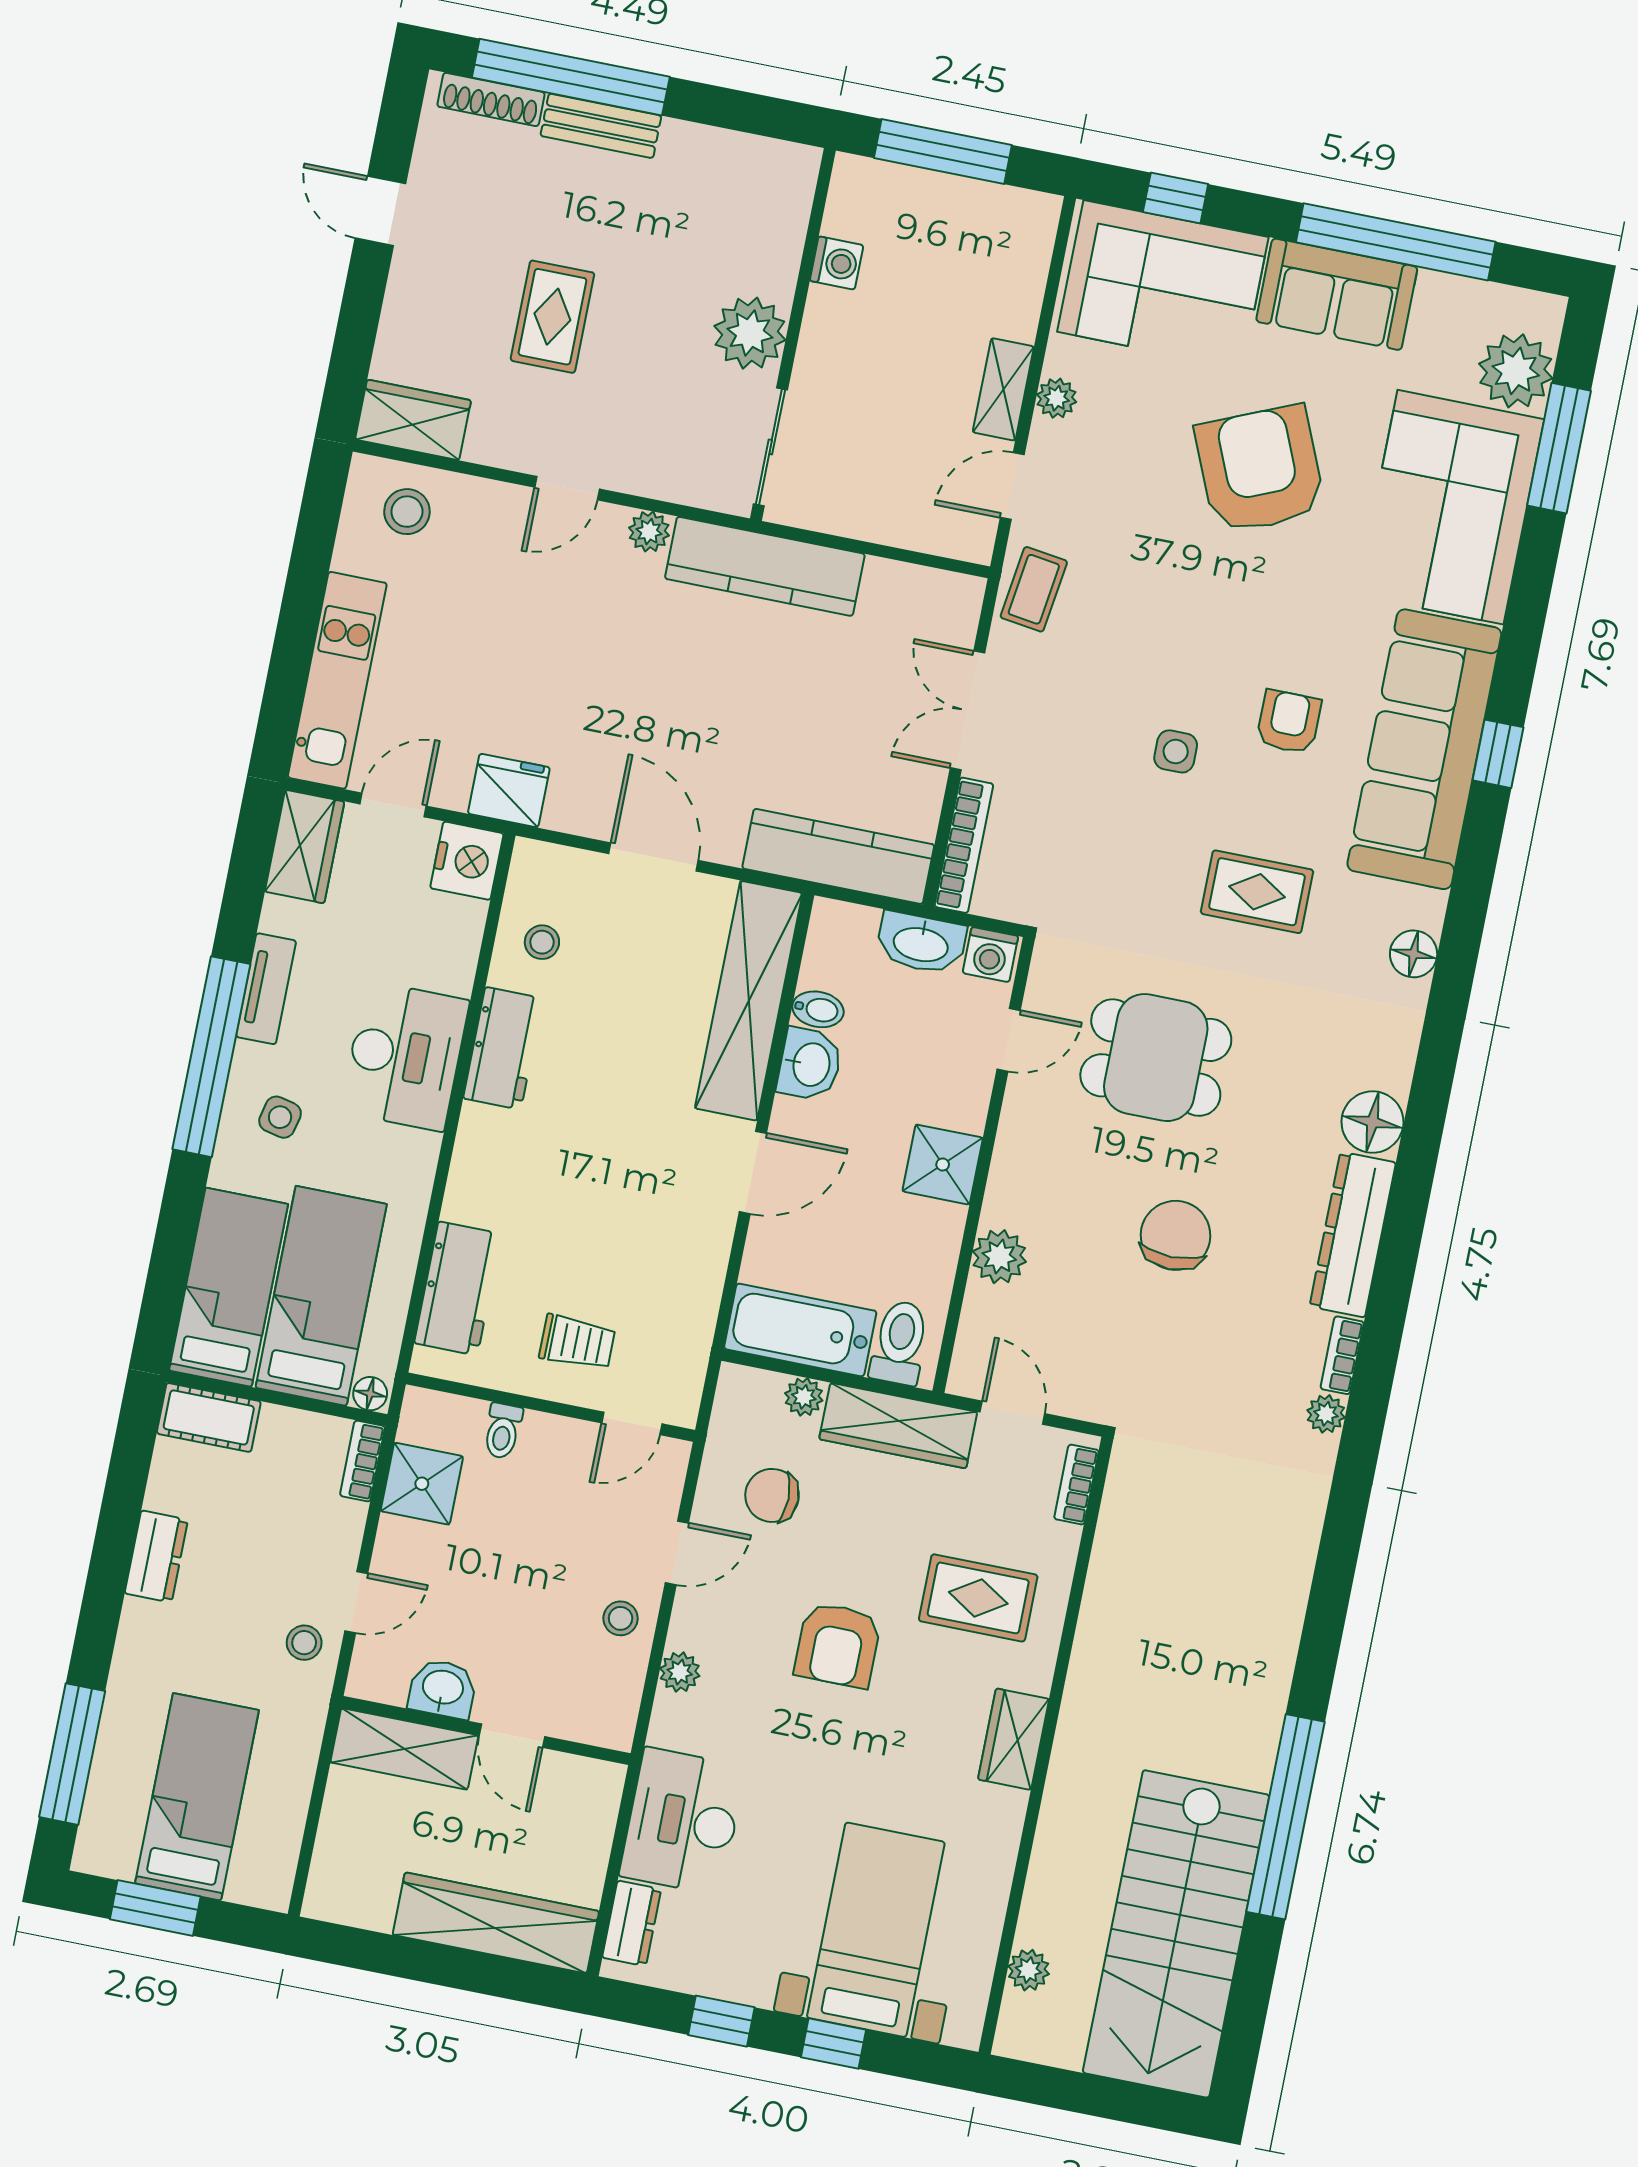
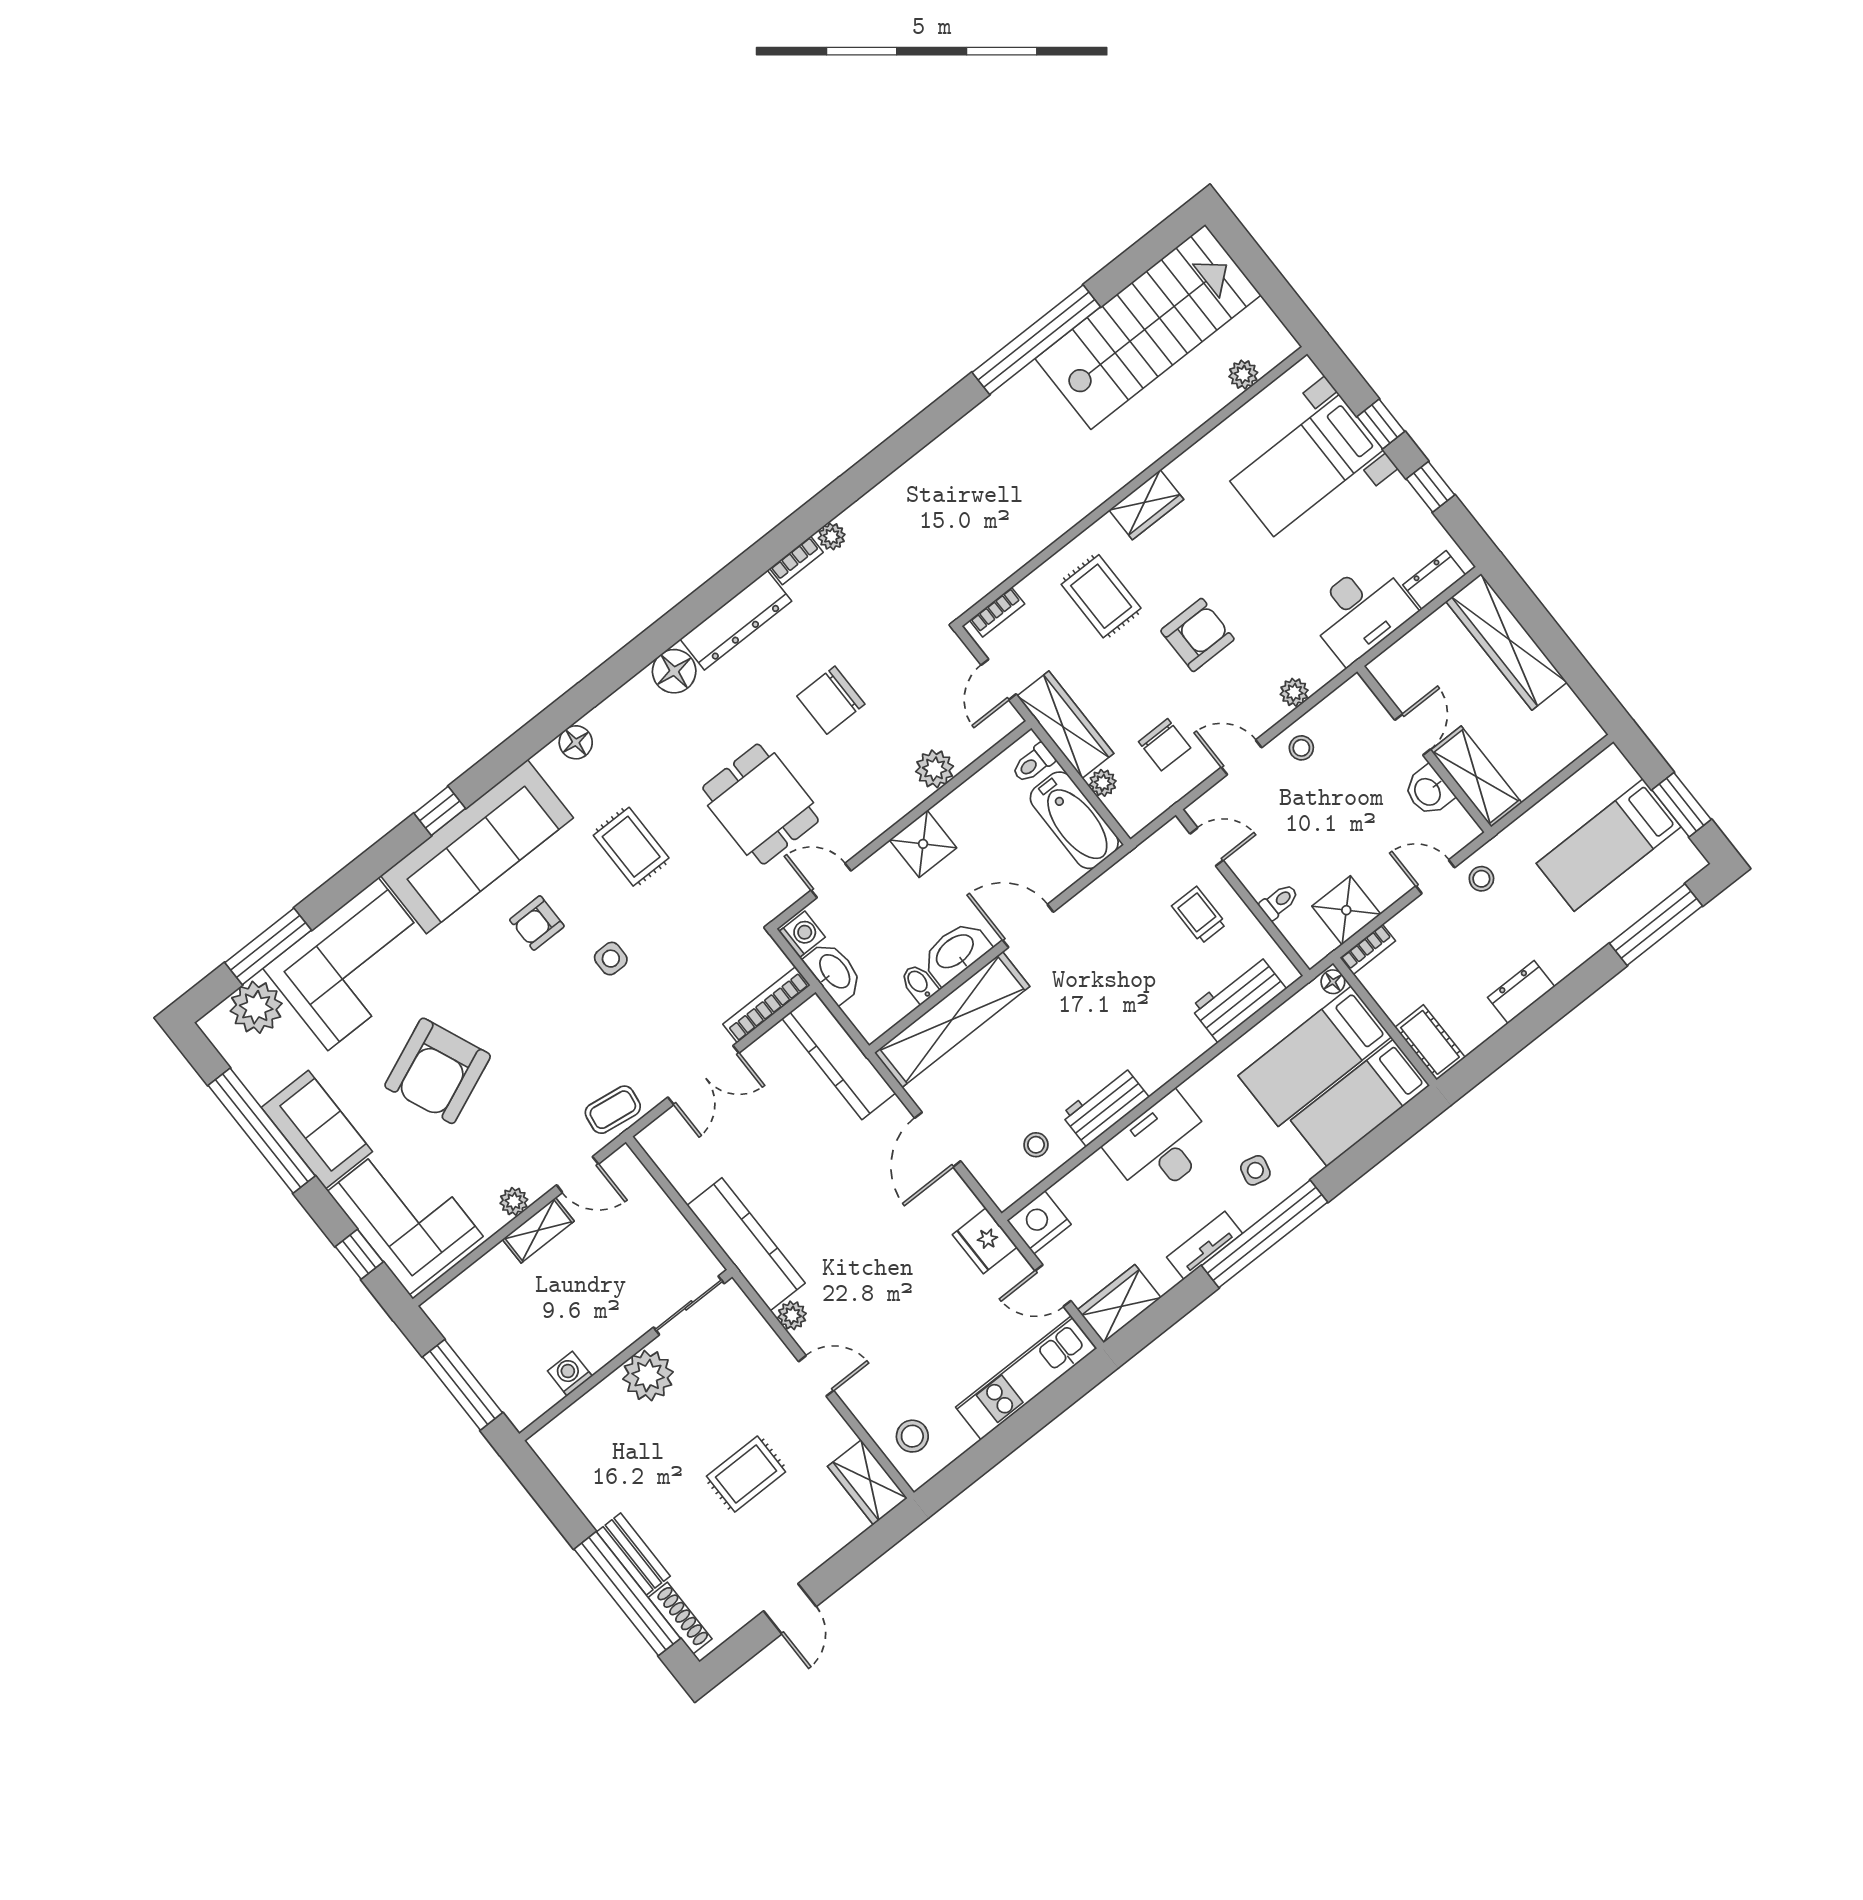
washbasin: (810, 1064) -> (956, 952), width x1.38
toilet: (900, 1343) -> (1033, 763), width x0.73, depth x0.72

